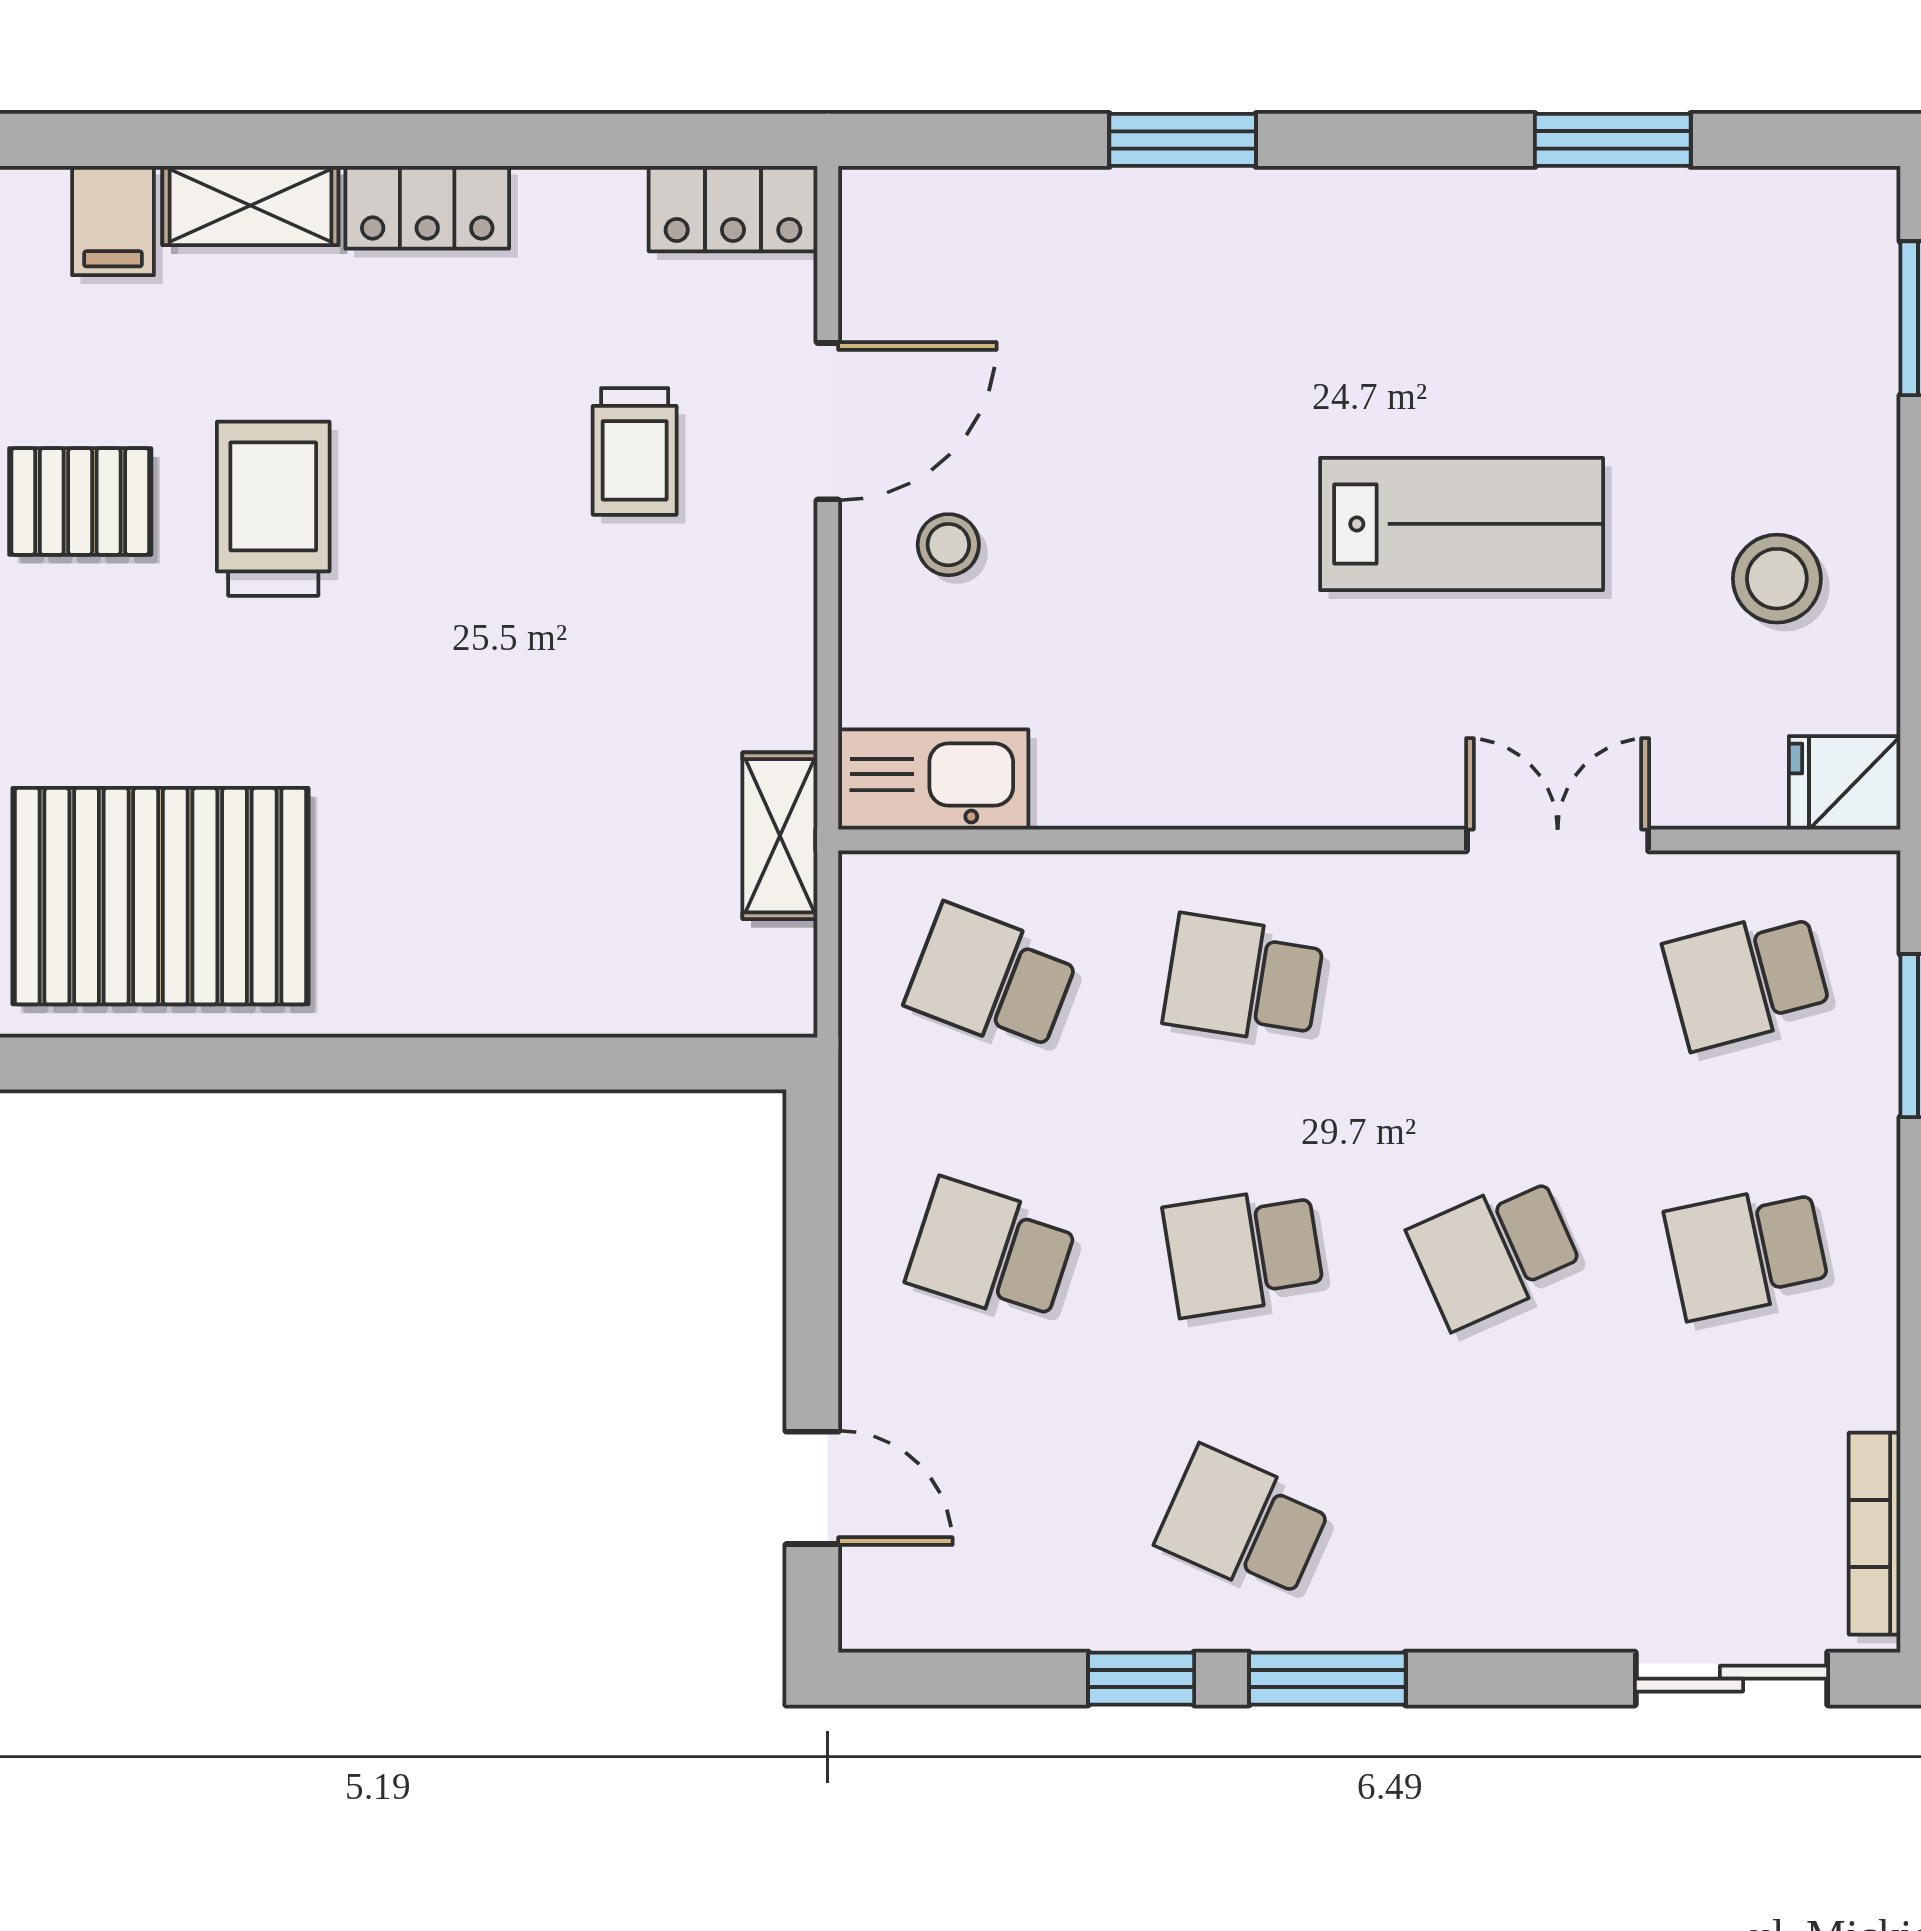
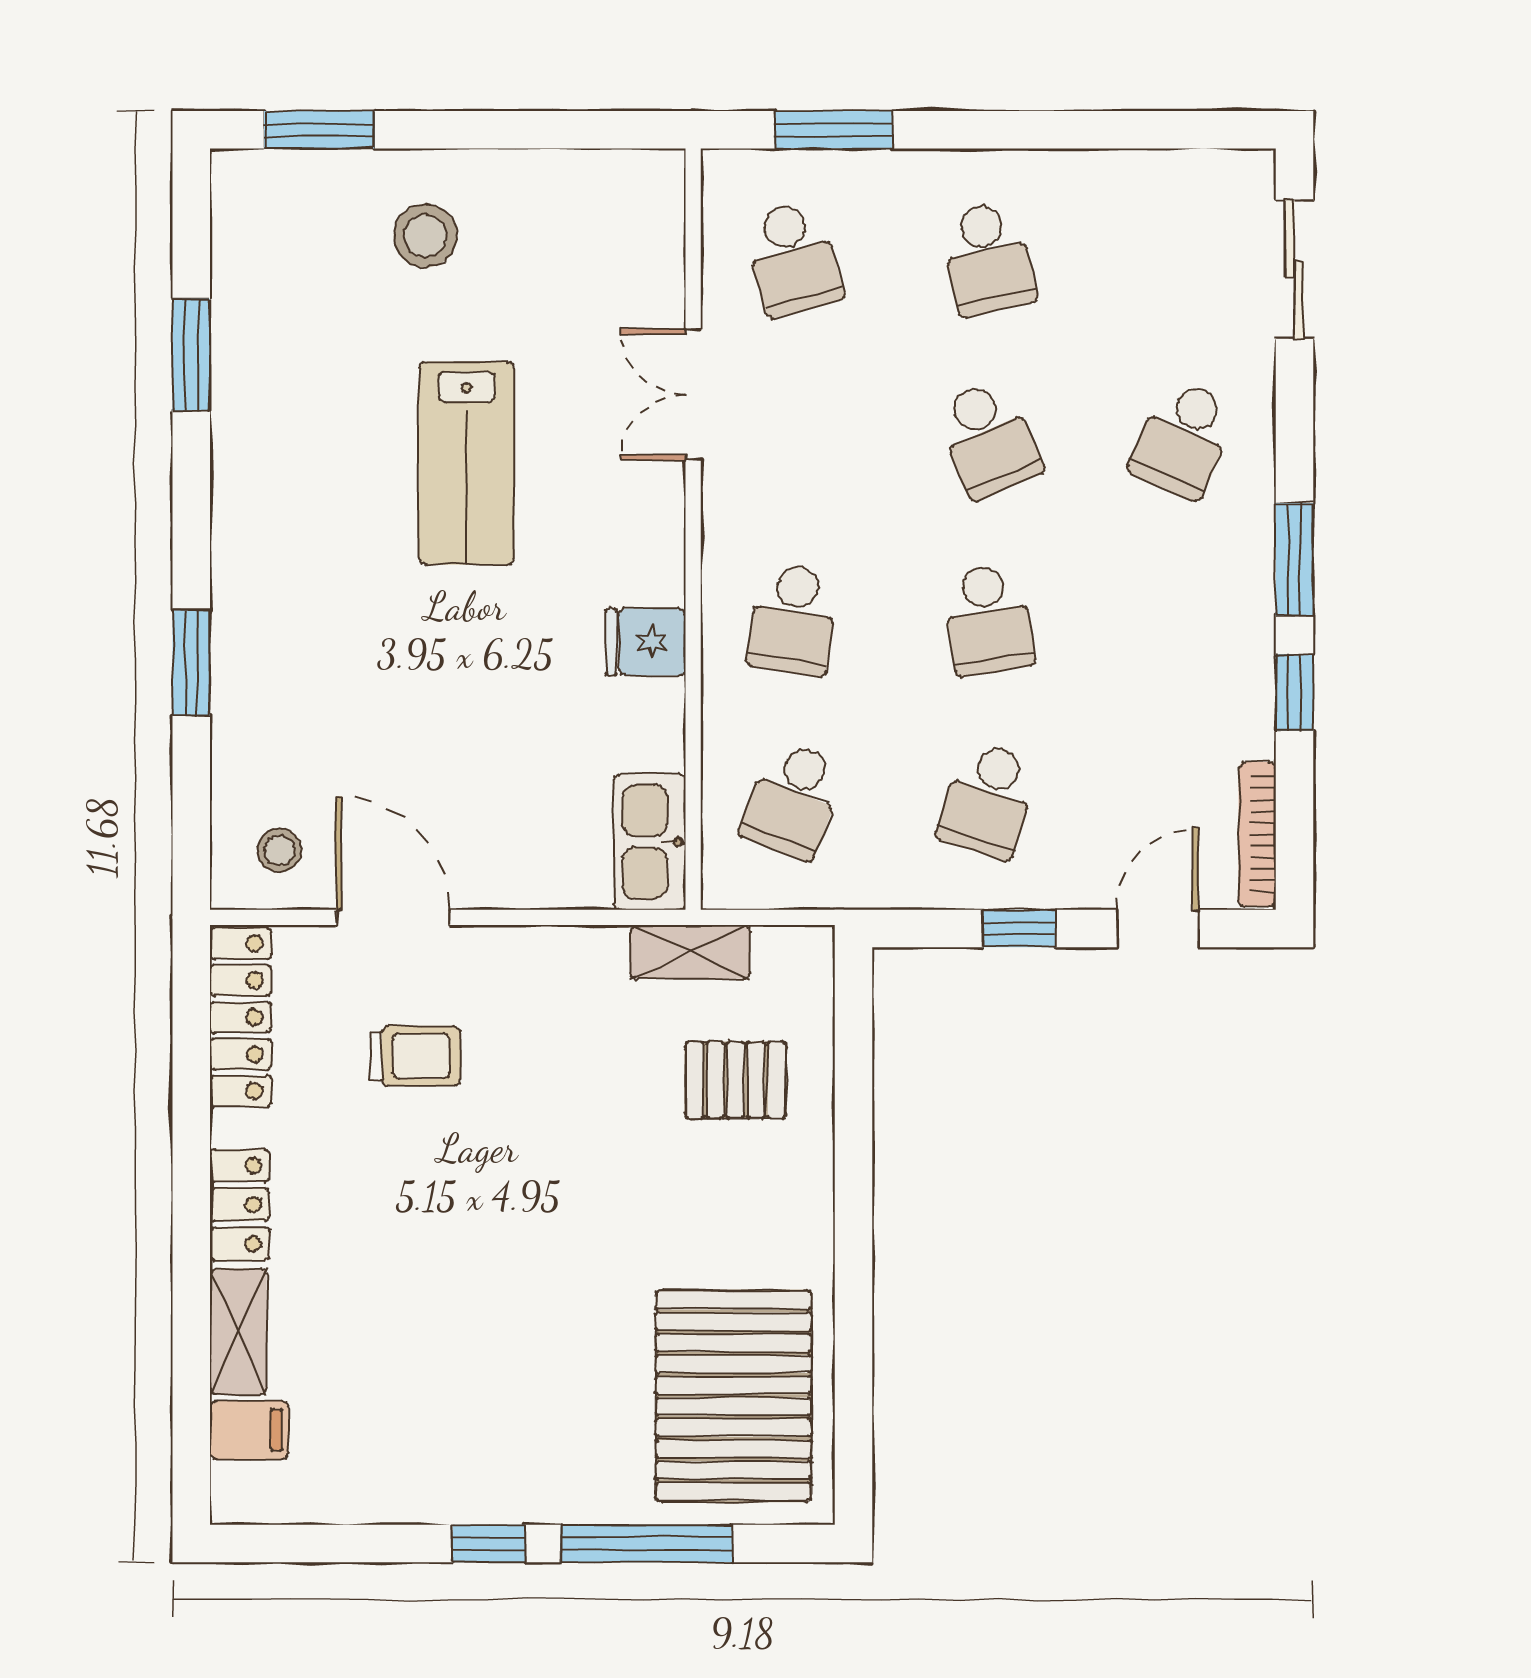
locker: (733, 209) -> (241, 1017), width x1.53
pallet: (80, 501) -> (736, 1080), moved, turned 90
trolley: (273, 509) -> (456, 1315), removed
lab bench: (1462, 524) -> (467, 463), turned 180
stool: (948, 545) -> (279, 850), moved
stool: (1777, 579) -> (425, 236), moved
fridge: (1845, 783) -> (646, 642), moved, turned 90
window: (812, 1295) -> (1019, 929), added
school desk: (1243, 1524) -> (1183, 439), moved
bookcase: (1875, 1534) -> (1257, 834), moved, turned 90

